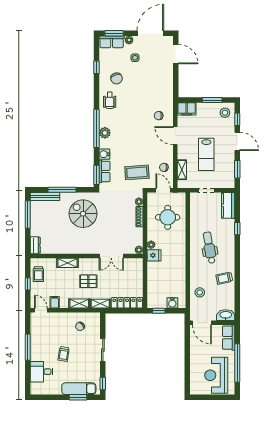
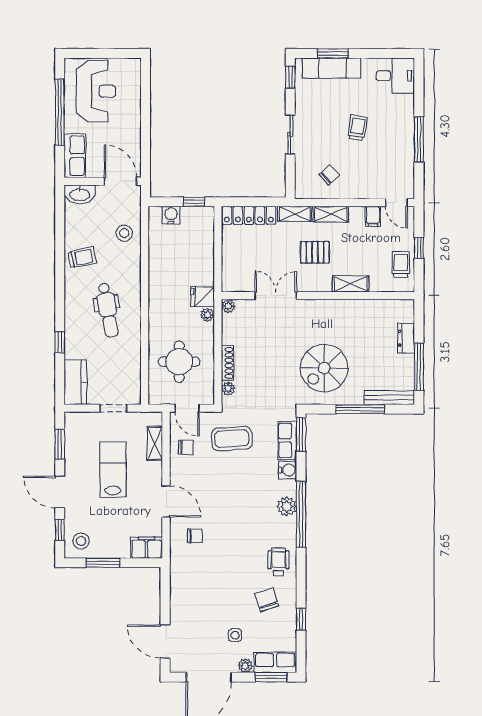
spiral stairs: (83, 214) -> (324, 368), turned 90
dresser: (35, 245) -> (406, 338), moved
desk: (42, 372) -> (395, 76), moved

